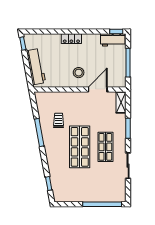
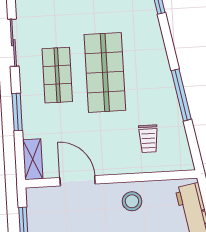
stool: (79, 73) -> (132, 201), moved
door: (98, 89) -> (78, 181), swing flipped
trolley: (59, 120) -> (148, 139), moved

